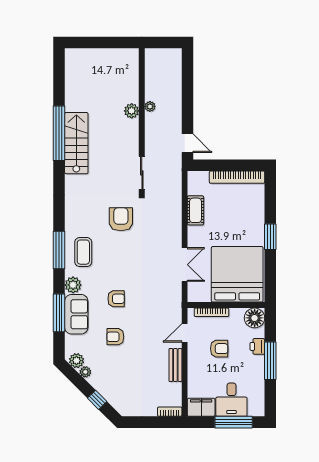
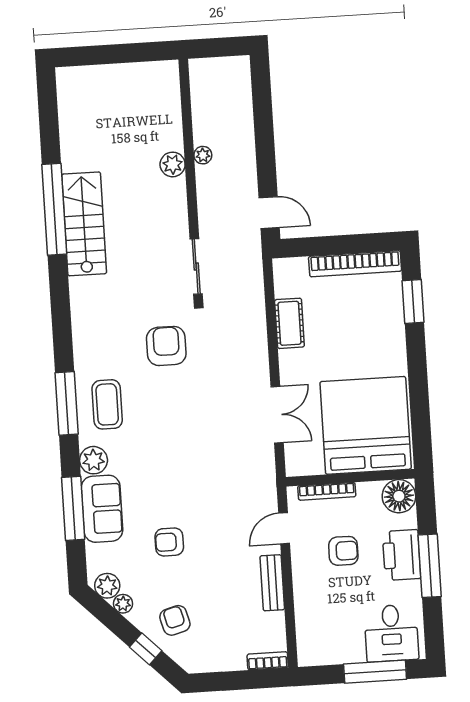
window: (270, 237) -> (413, 301), moved
armchair: (116, 299) -> (175, 620), moved, turned -105
printer: (257, 346) -> (402, 555), width x1.87, depth x1.48
desk: (231, 400) -> (391, 633), moved
filing cabinet: (201, 407) -> (319, 650), removed

